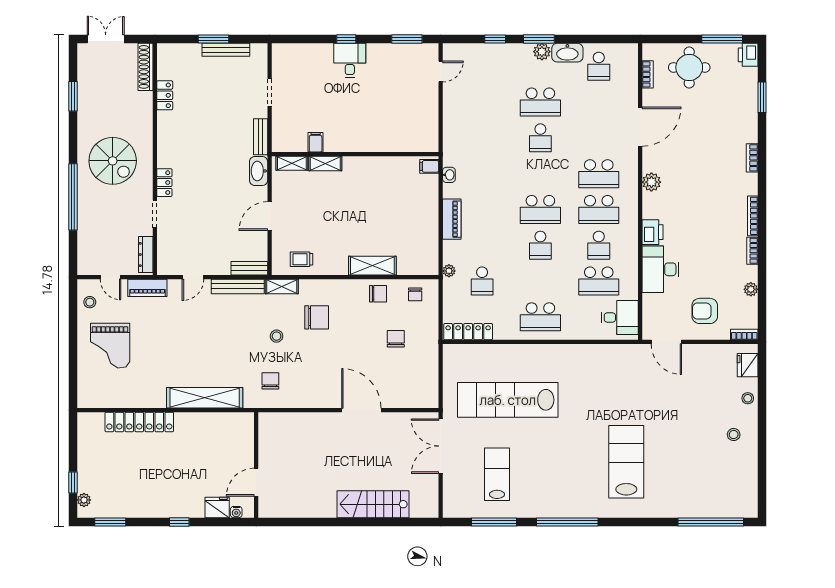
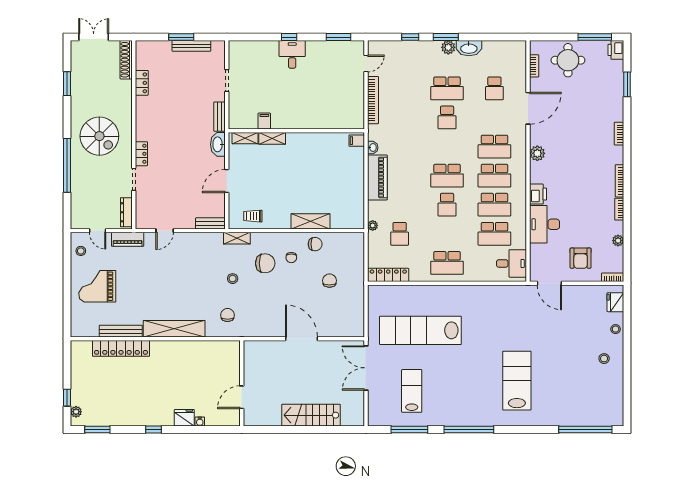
school desk: (599, 66) -> (494, 88), moved
bookcase: (449, 117) -> (373, 100), added
piano: (452, 219) -> (377, 177), width x1.37, depth x1.33
school desk: (599, 245) -> (494, 205), width x1.85
bench: (238, 286) -> (121, 331), moved
chair: (415, 294) -> (291, 258), moved
armchair: (705, 311) -> (581, 258), turned -90
grand piano: (110, 346) -> (97, 286), turned 90
wall: (256, 465) -> (242, 383), moved
door: (256, 482) -> (242, 397), moved

